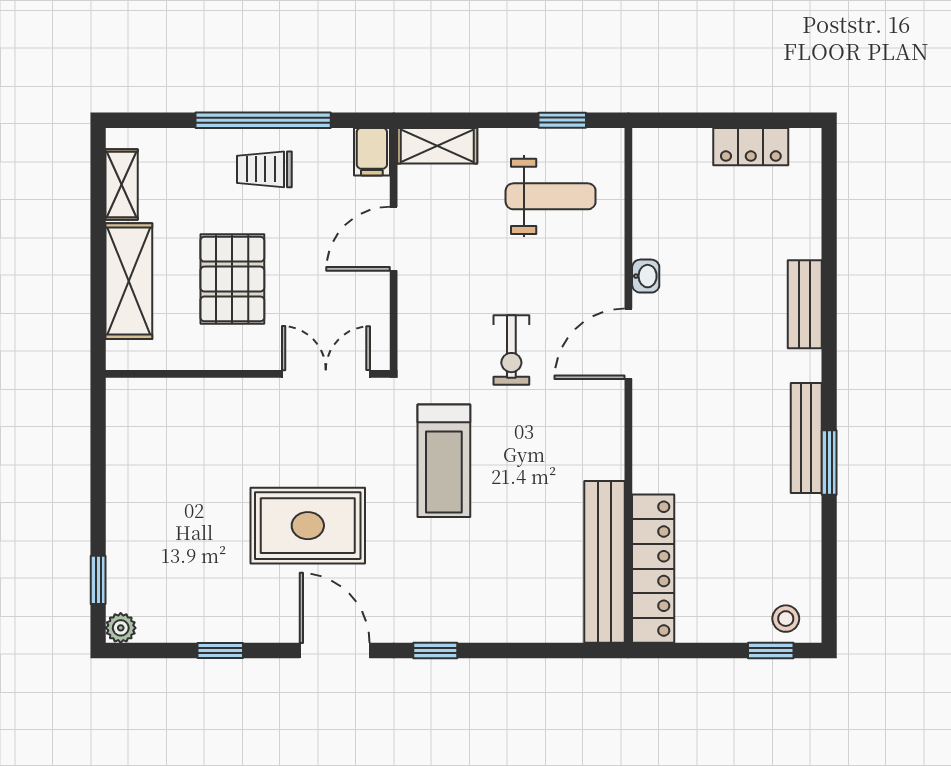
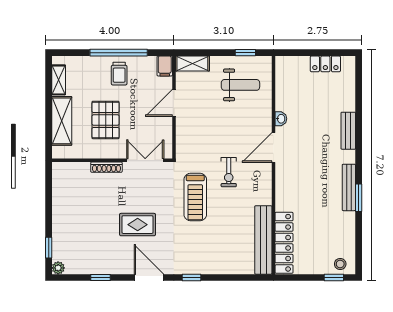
trolley: (264, 169) -> (119, 74), turned -90
exercise bike: (511, 350) -> (229, 172), moved
shoe rack: (234, 390) -> (106, 167), added
rug: (308, 526) -> (138, 225), width x0.73, depth x0.70

